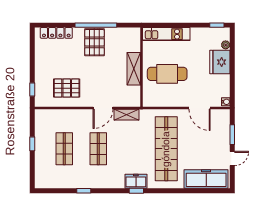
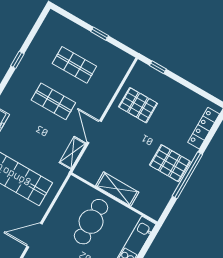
pallet: (67, 88) -> (138, 105), turned 90

